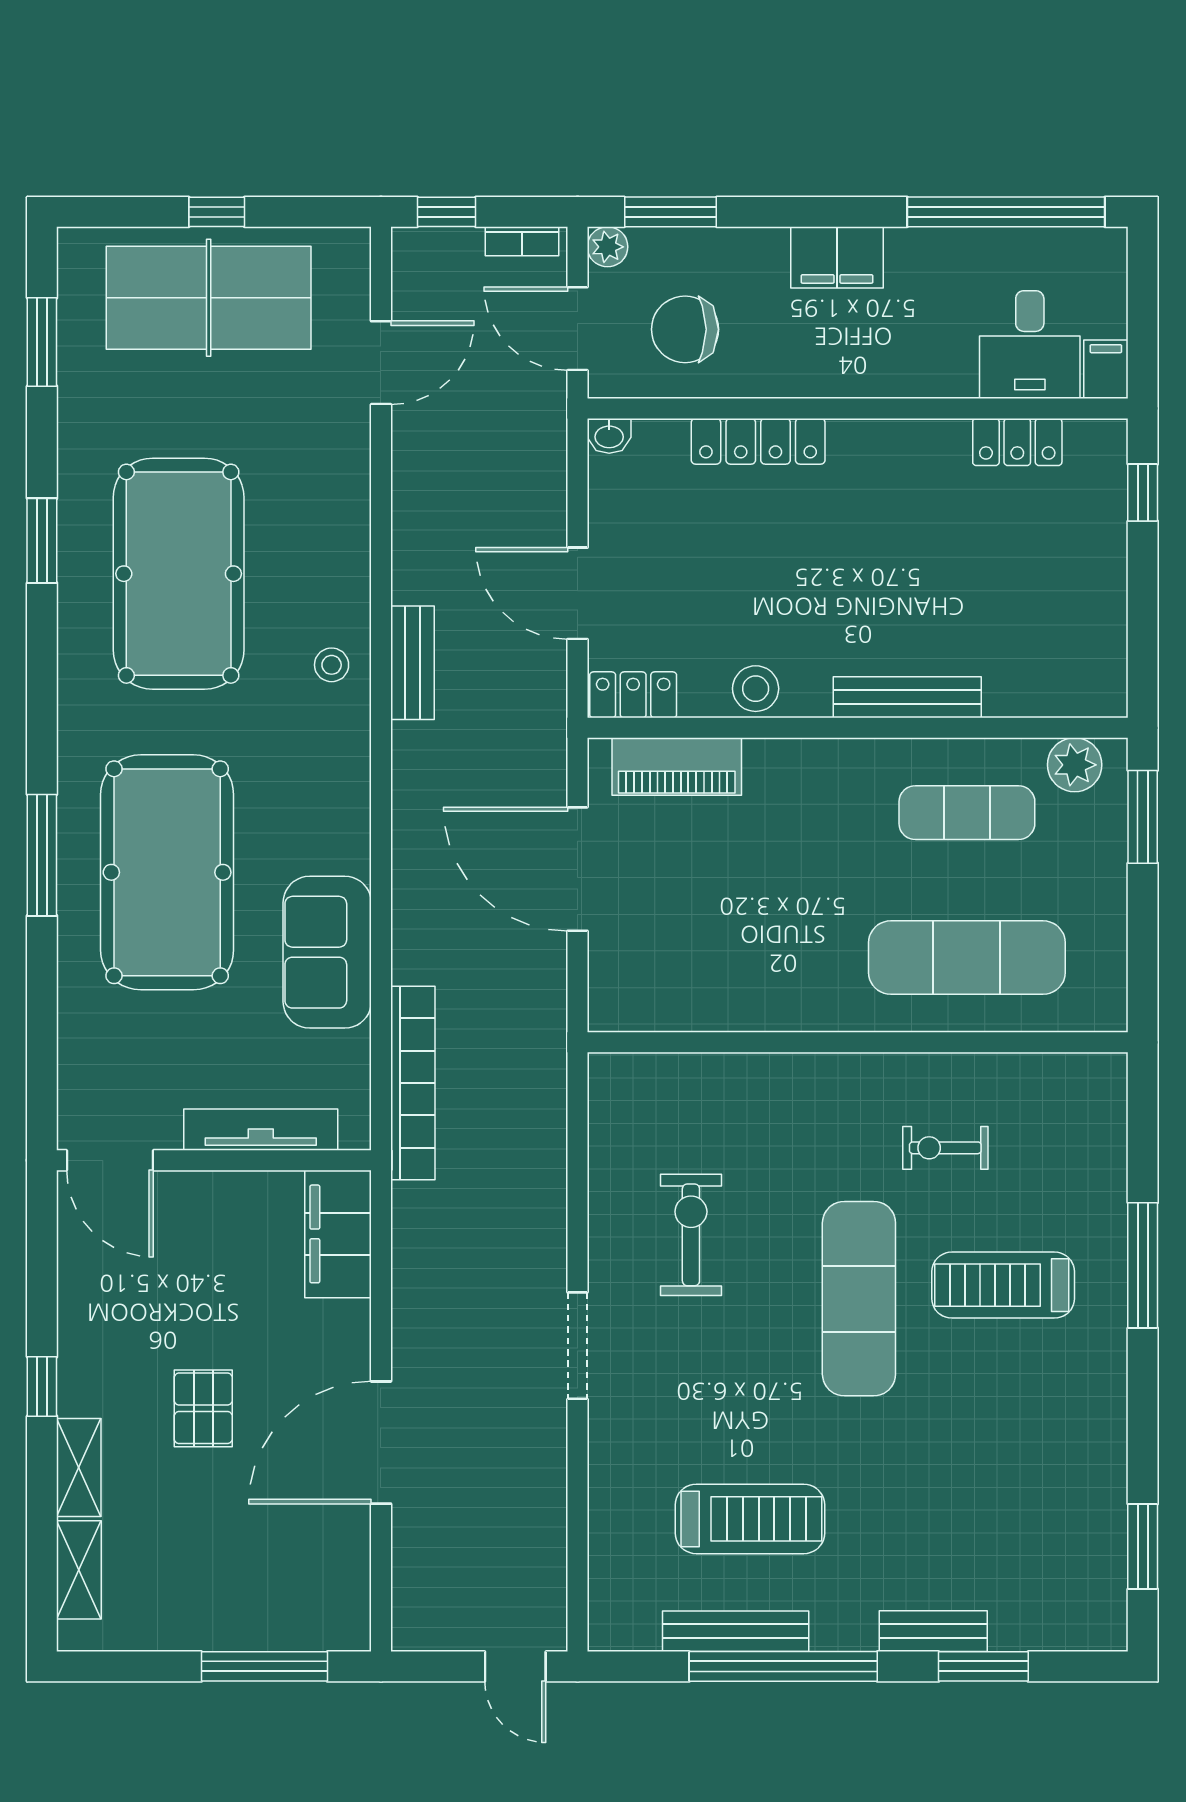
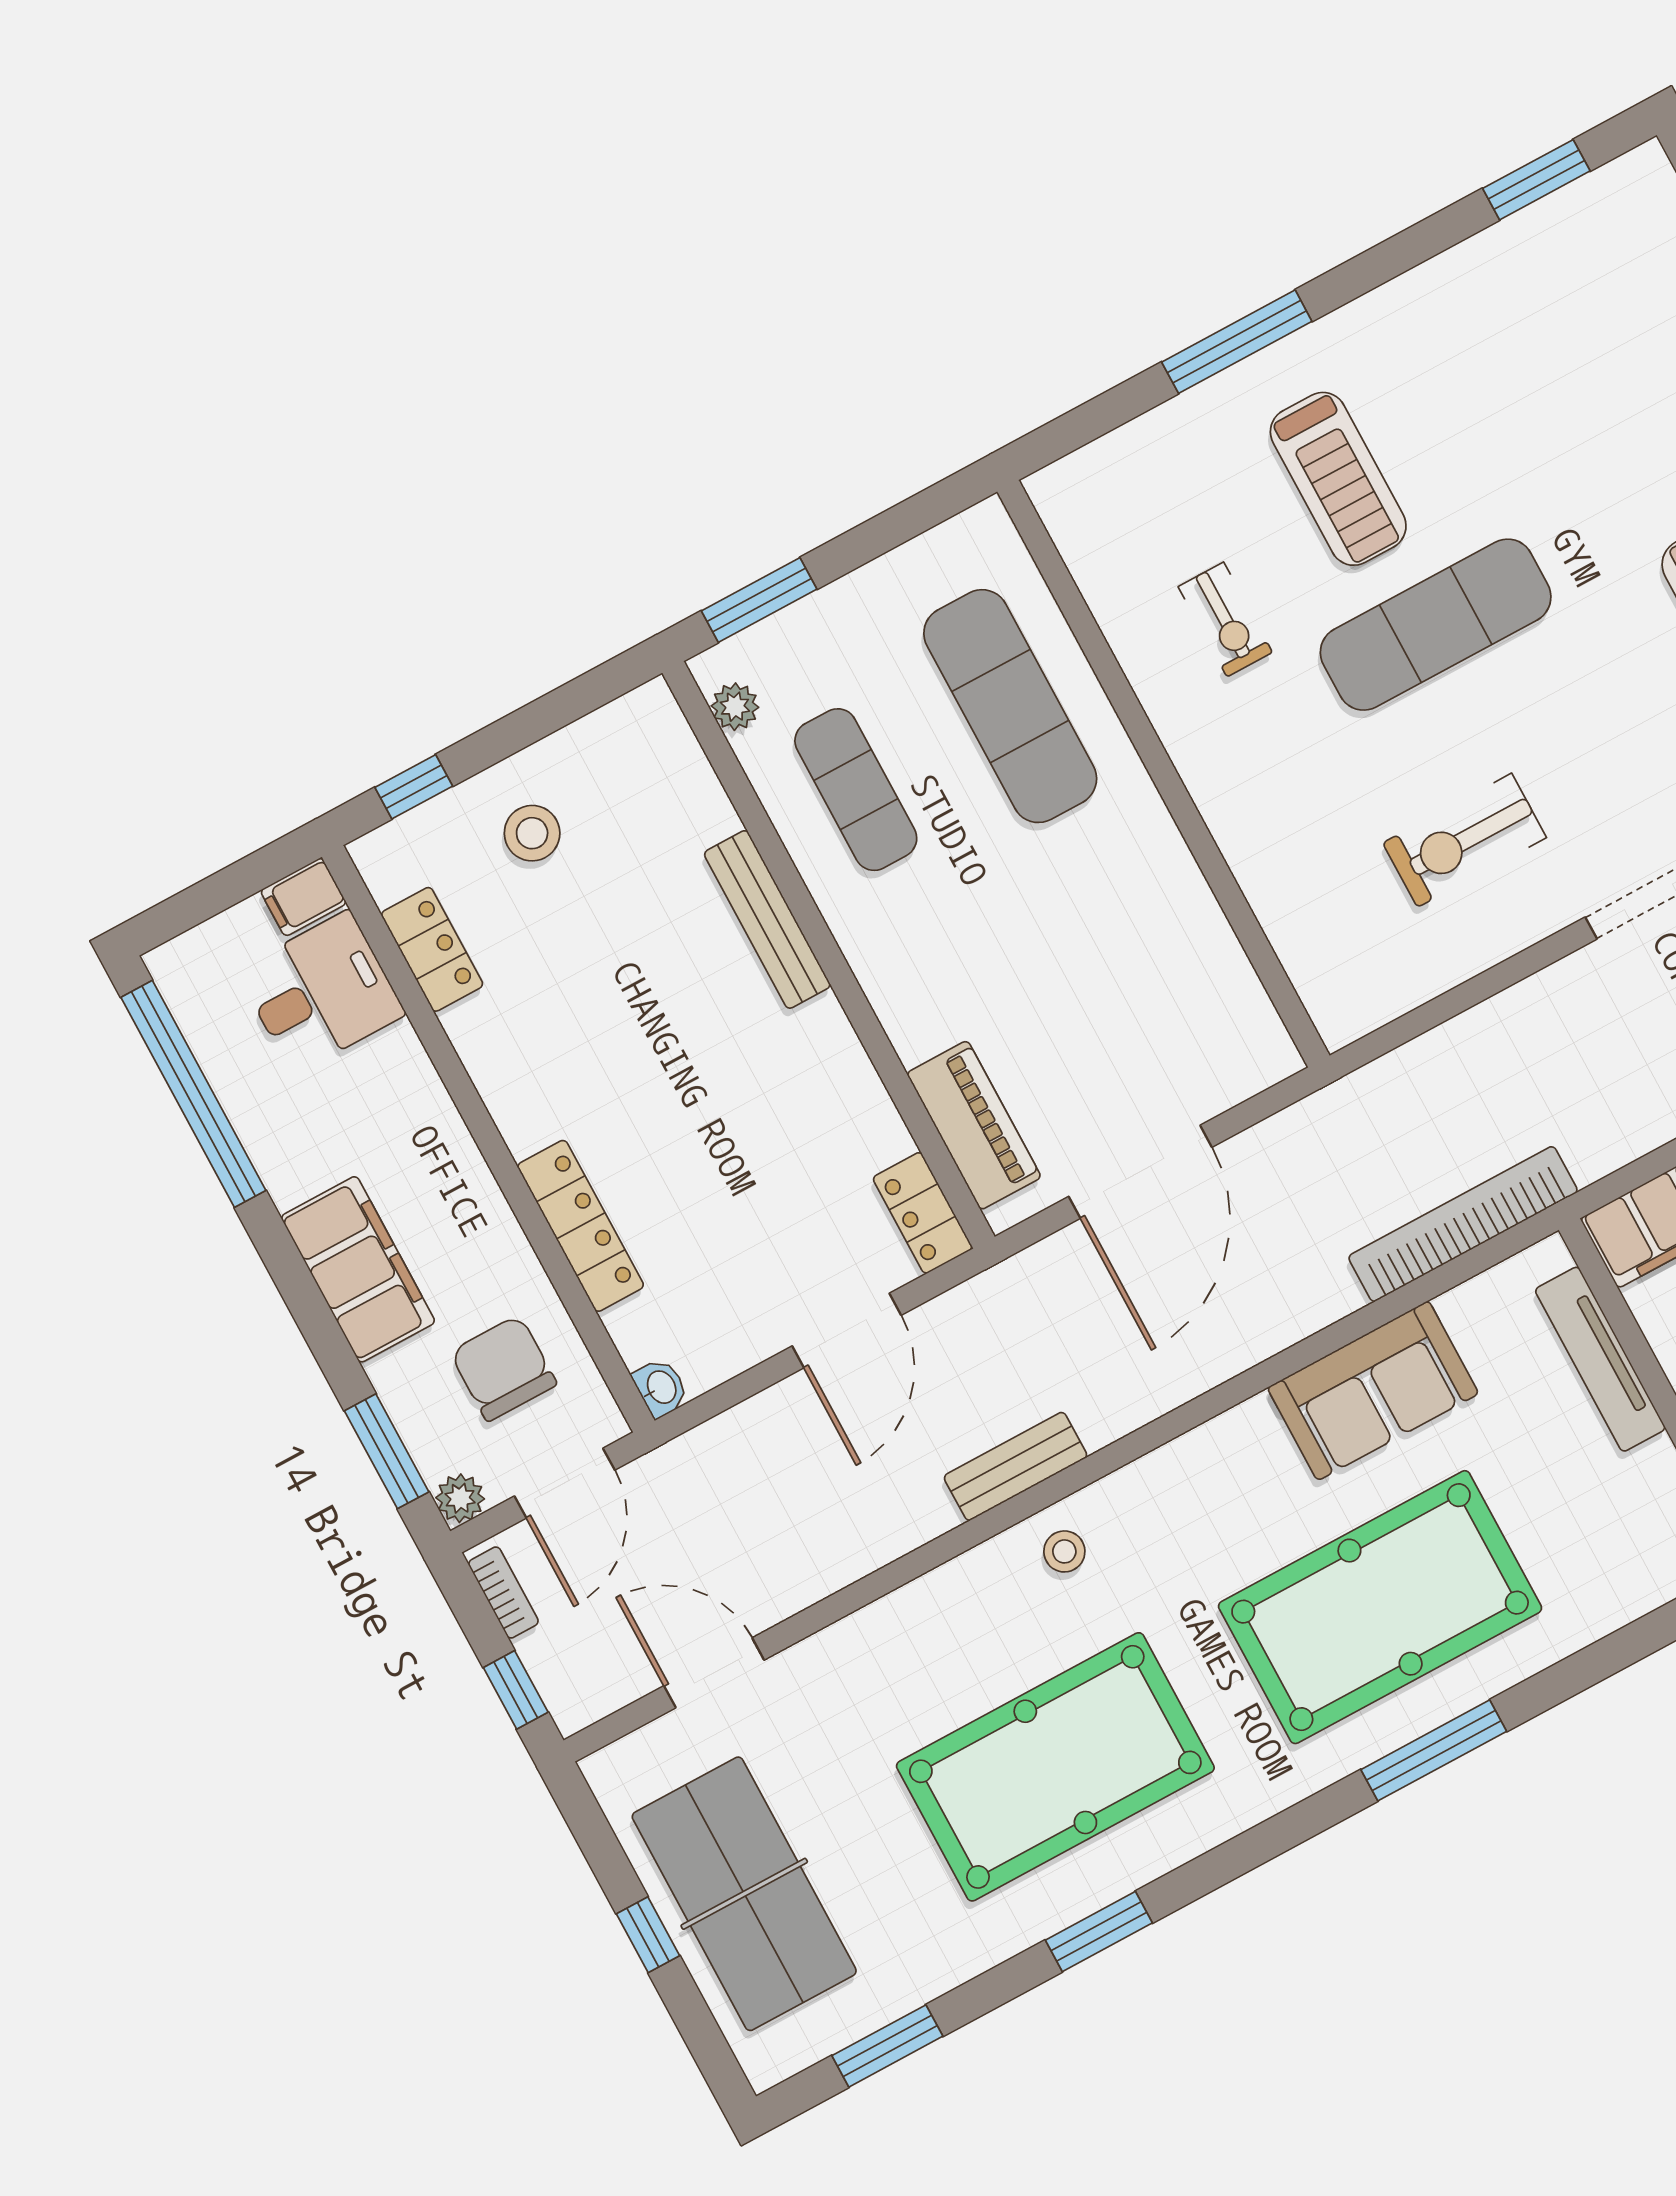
filing cabinet: (837, 257) -> (358, 1269), width x1.50, depth x1.17
chair: (685, 329) -> (503, 1368), turned 180
stool: (756, 689) -> (532, 833), moved
plant: (1075, 765) -> (735, 707), width x0.73, depth x0.73

